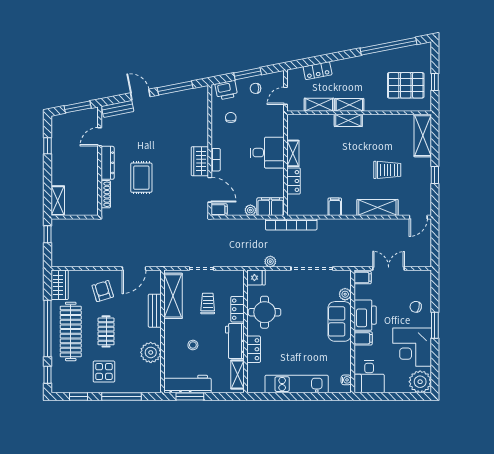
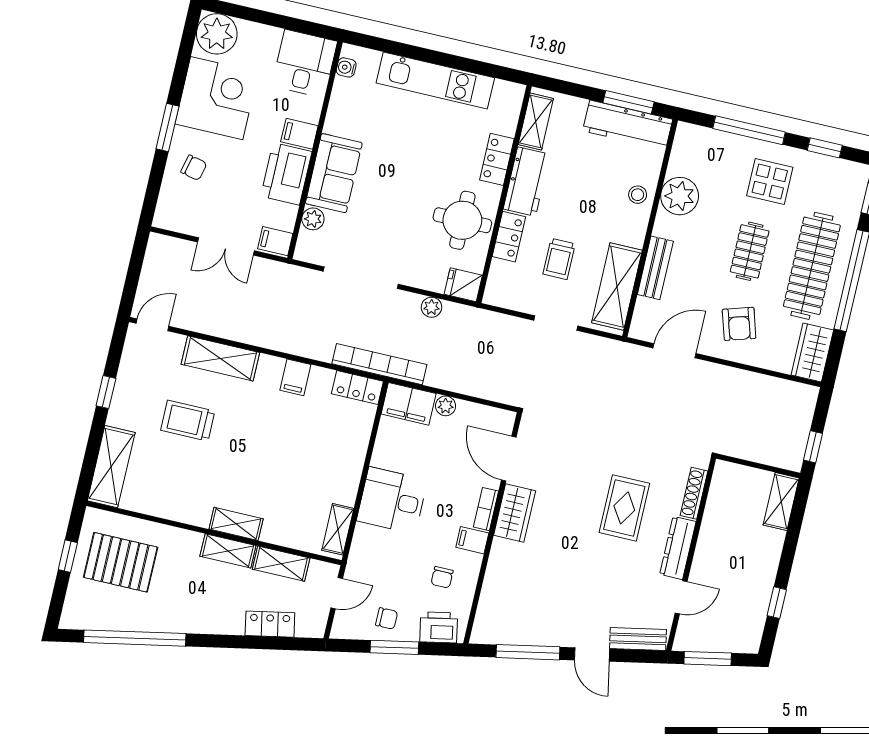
shelving: (293, 153) -> (338, 529), moved
locker: (294, 181) -> (357, 388), moved, turned -90
filing cabinet: (219, 210) -> (472, 540), moved
stool: (193, 345) -> (638, 195), moved

